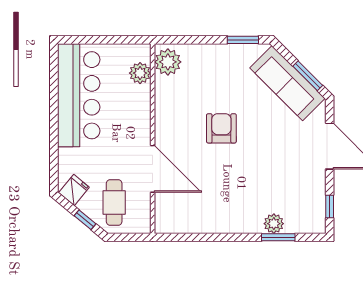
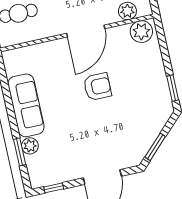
sofa: (287, 83) -> (26, 105), moved, turned 135
door: (153, 169) -> (86, 31), moved

